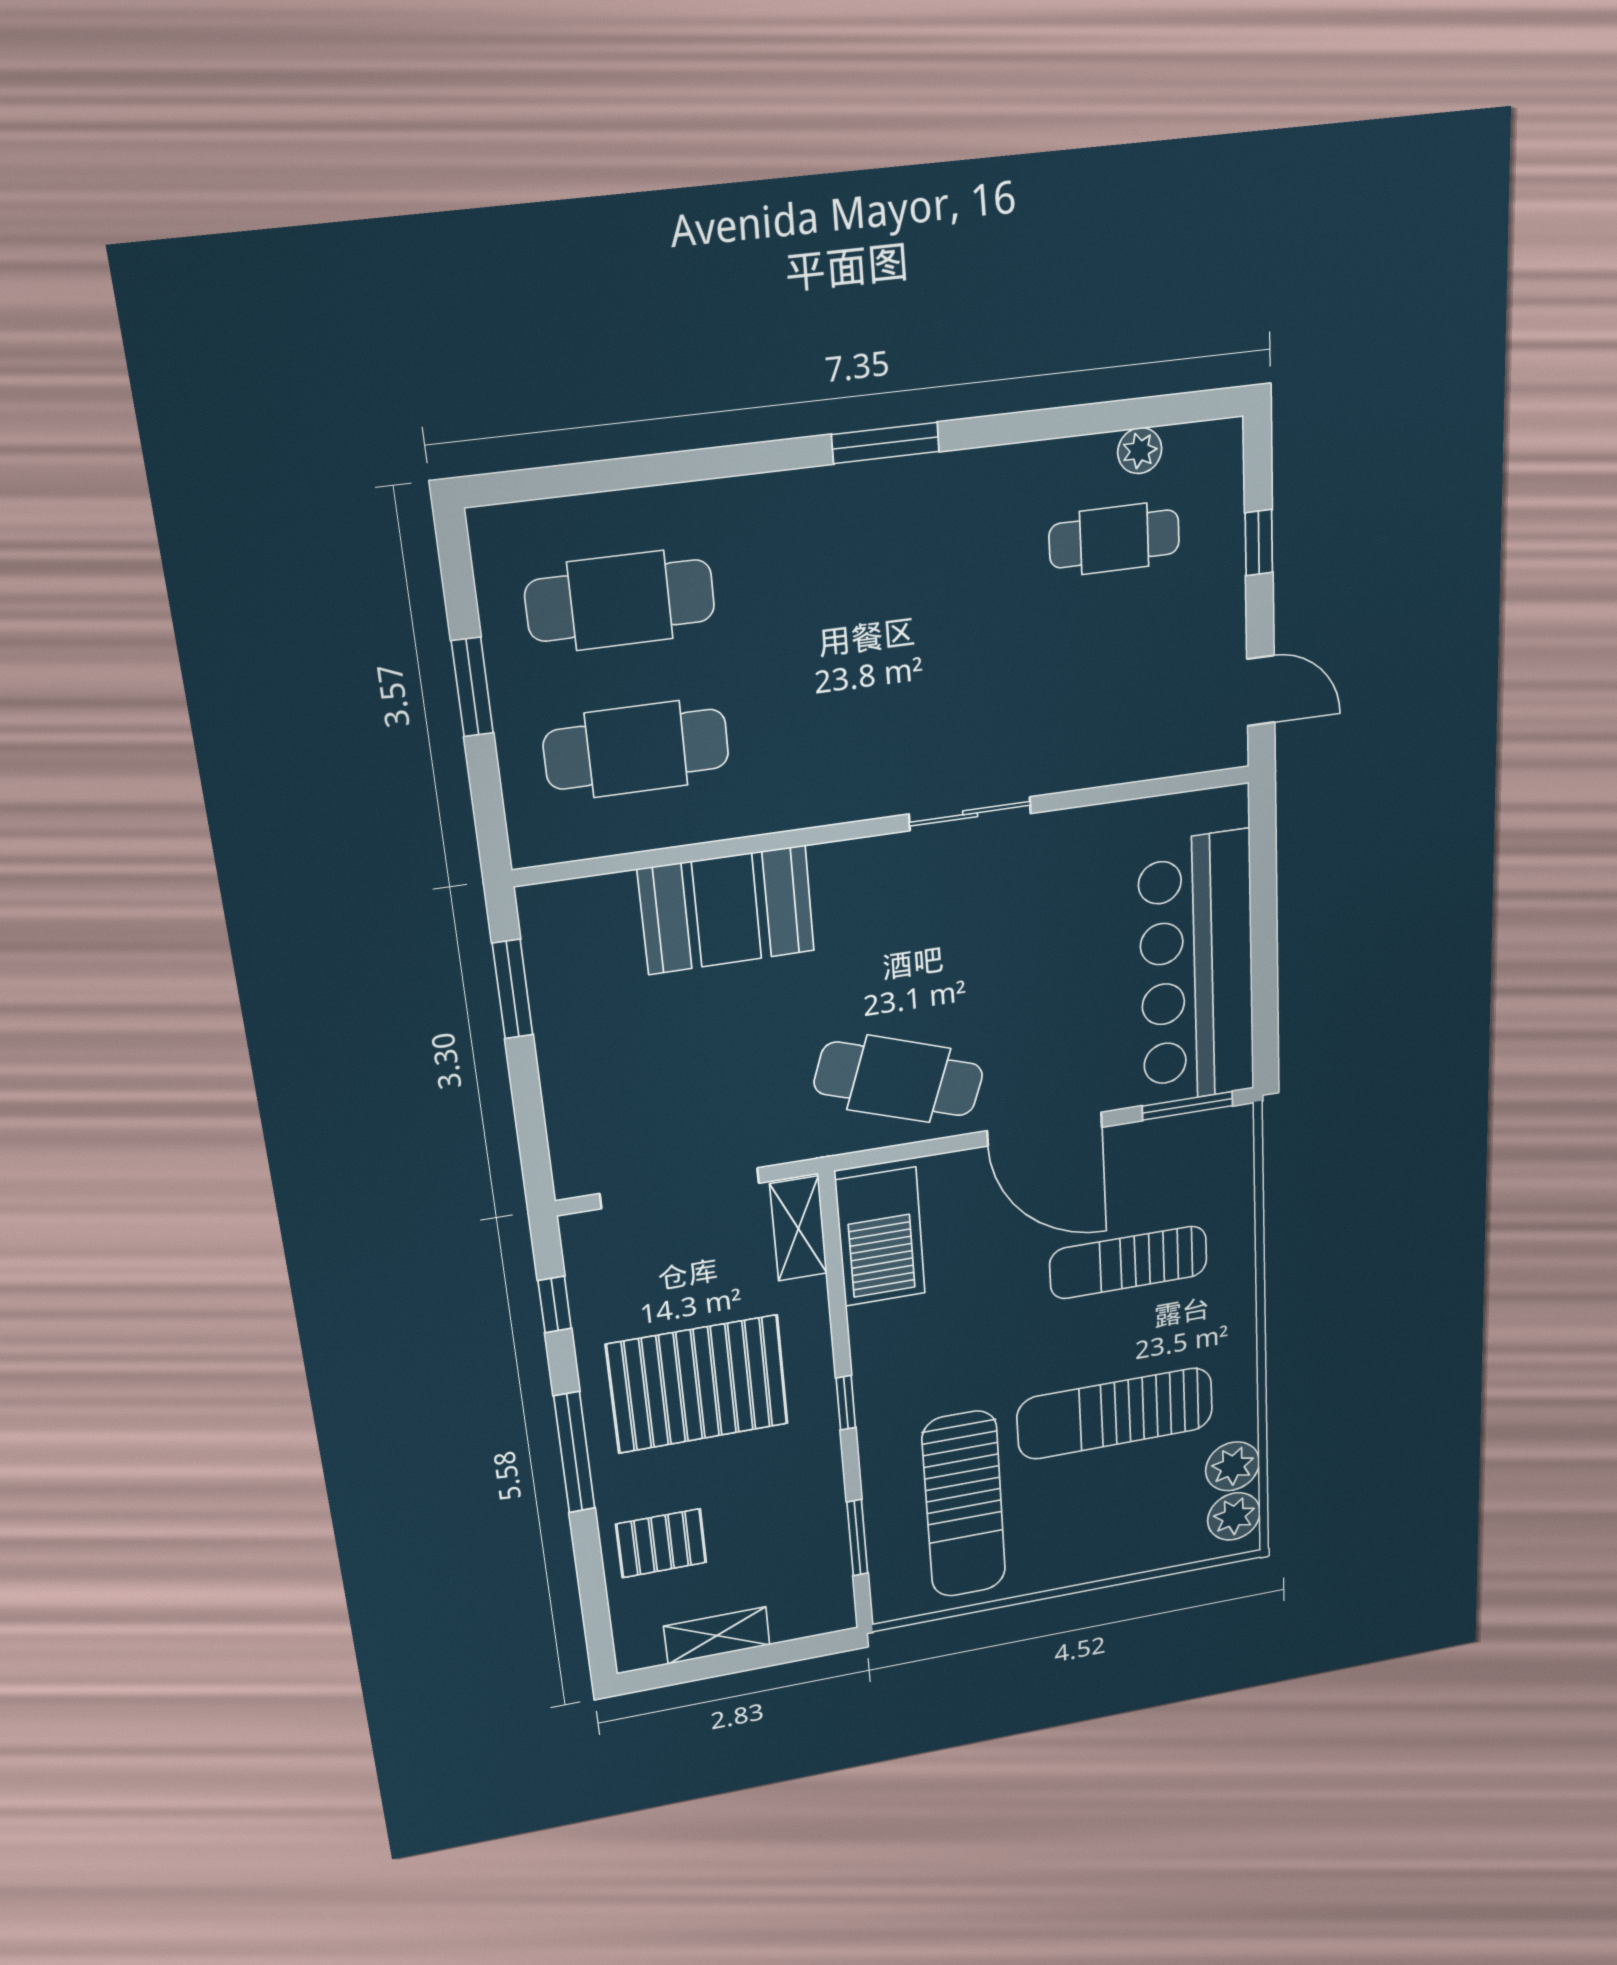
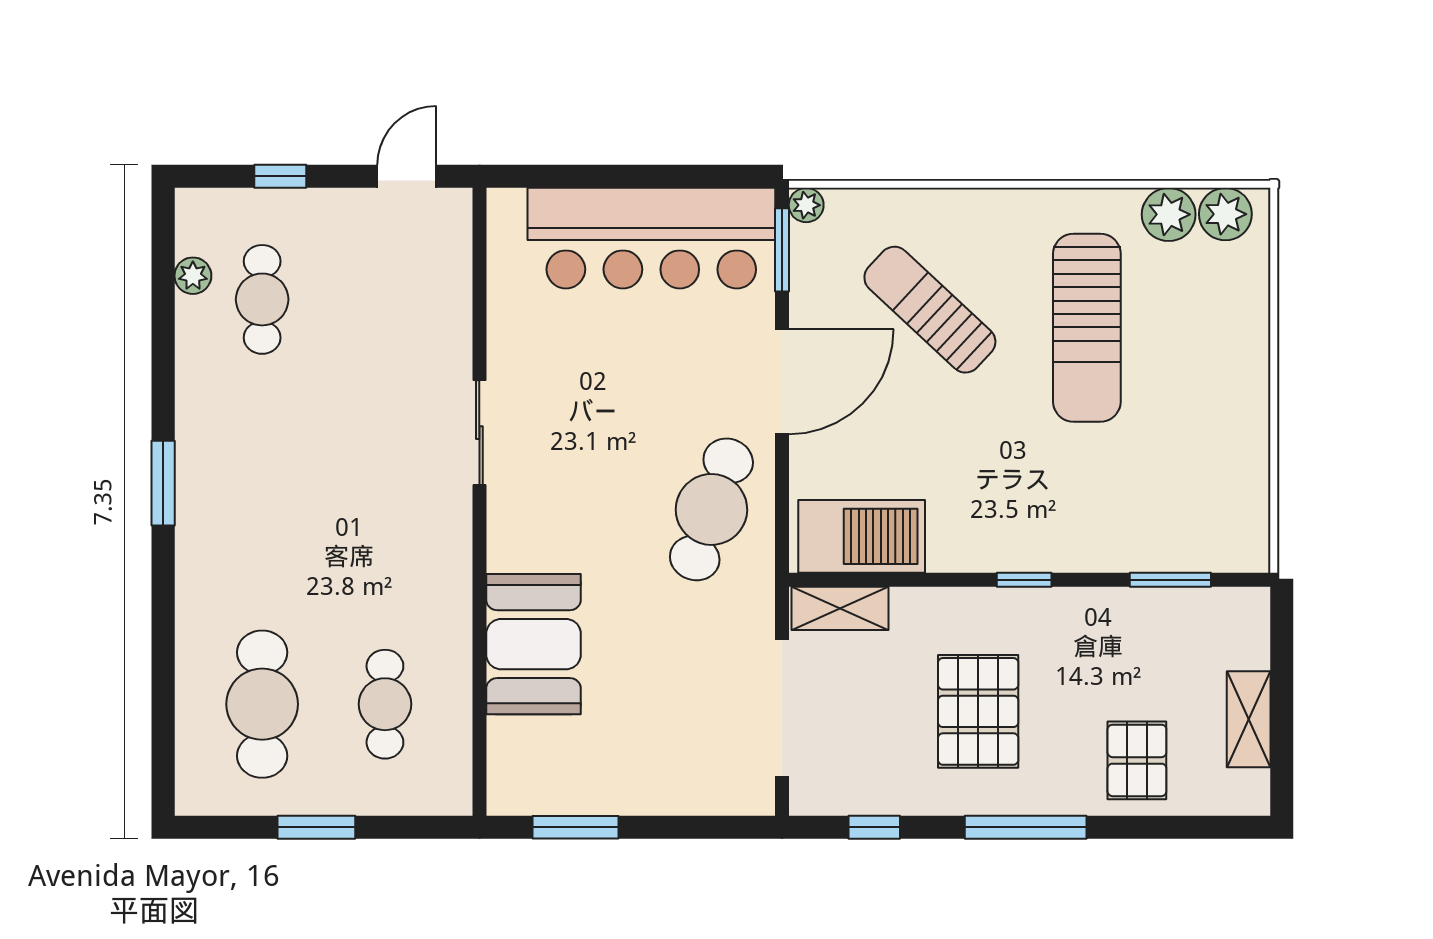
cafe table: (636, 749) -> (385, 704), width x0.73, depth x0.74
plant: (1236, 1122) -> (806, 205), added
sun lounger: (1128, 1262) -> (930, 310), turned 133
pallet: (698, 1384) -> (978, 711), width x0.73, depth x0.71
sun lounger: (964, 1505) -> (1156, 477), removed

